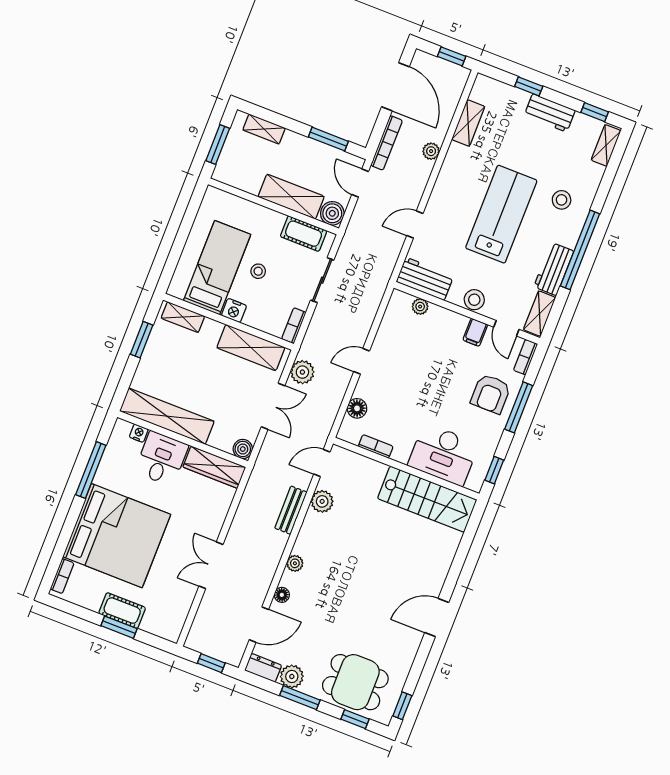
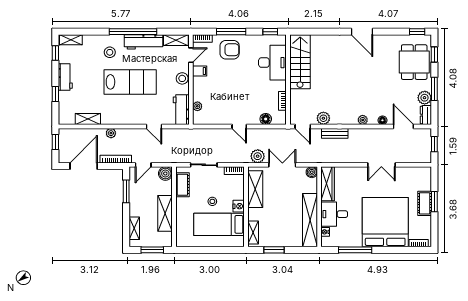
shelving: (291, 197) -> (165, 213), moved
lab bench: (501, 214) -> (130, 82), turned 180
workbench: (554, 269) -> (144, 42), width x1.37

